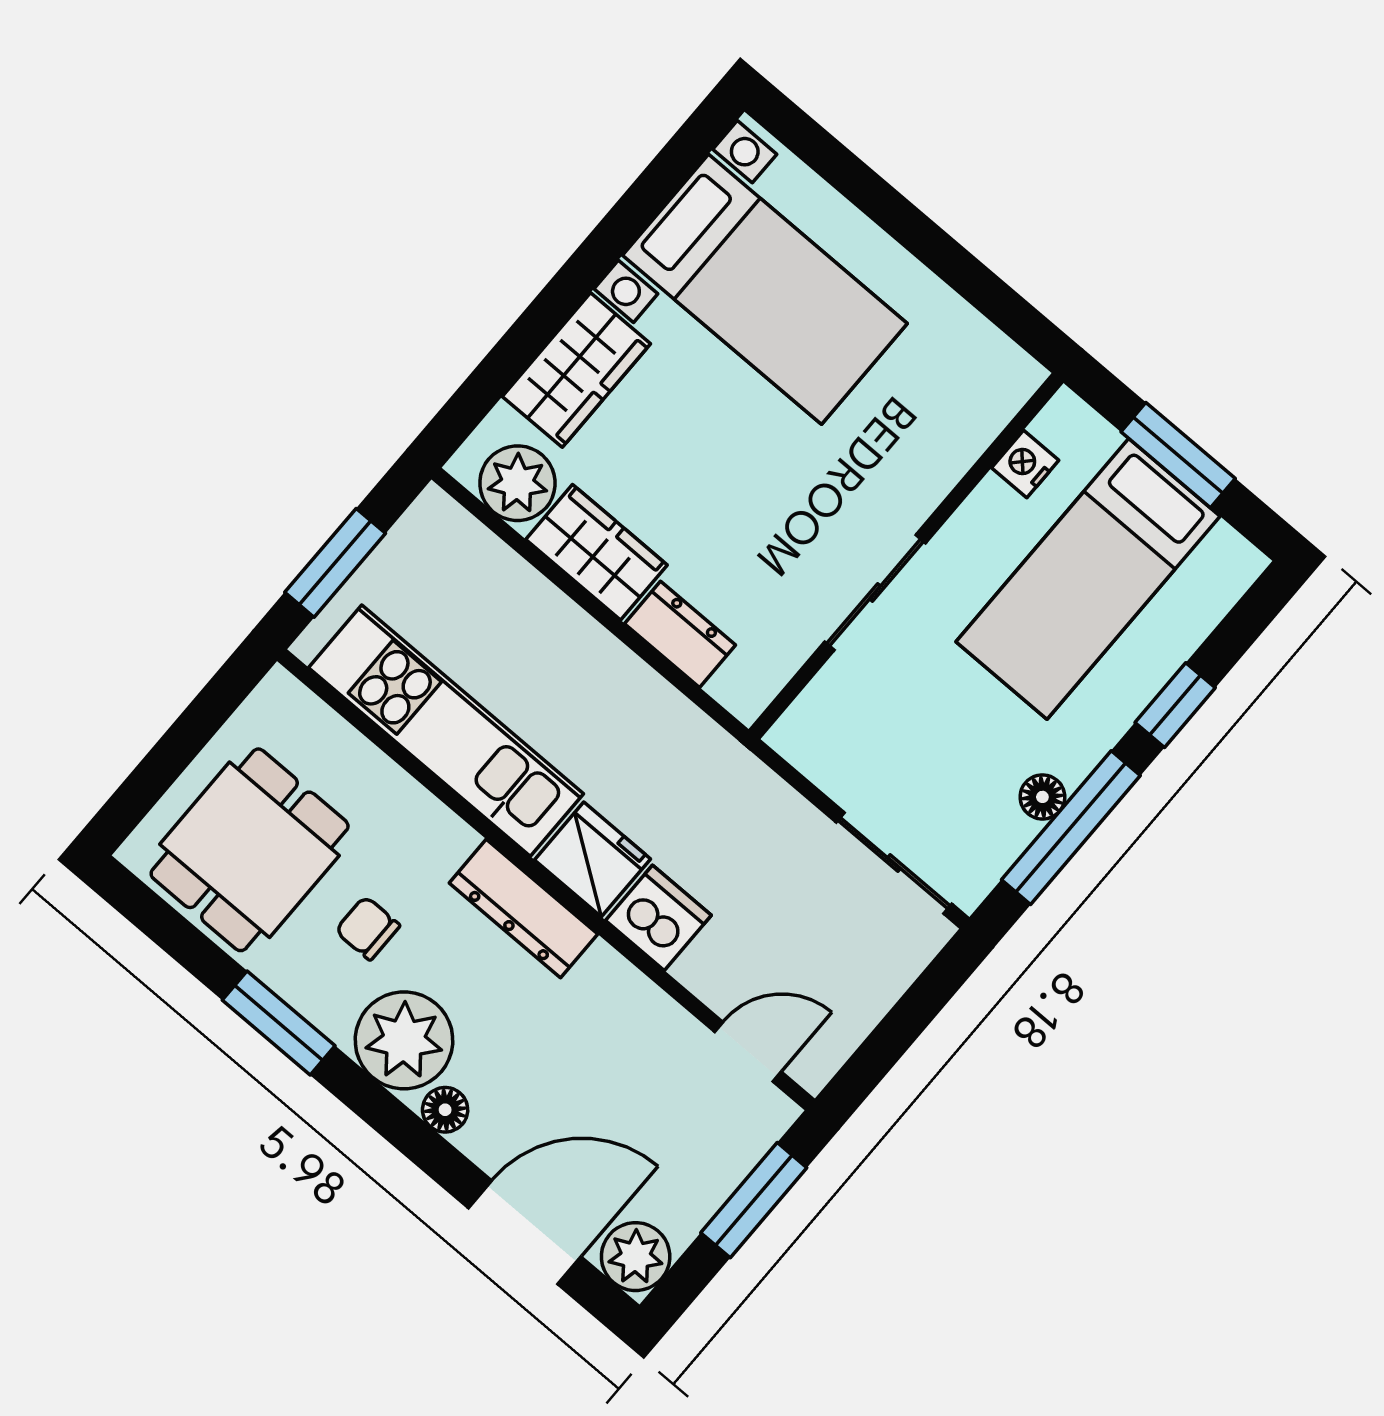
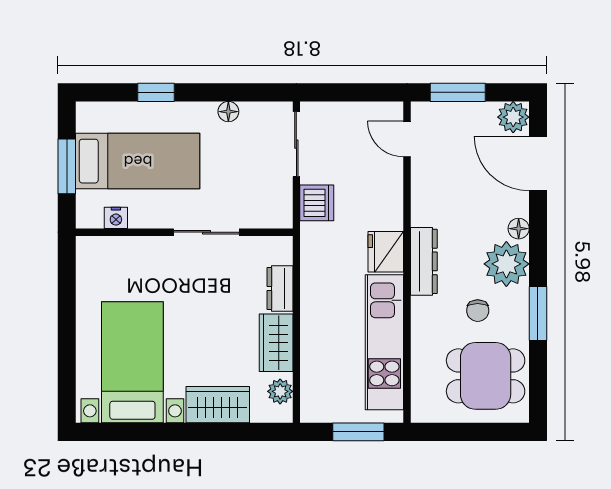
plant: (517, 483) -> (280, 391), width x0.73, depth x0.73
window: (1071, 828) -> (231, 92), removed
dishwasher: (658, 918) -> (317, 203), moved, turned 180

